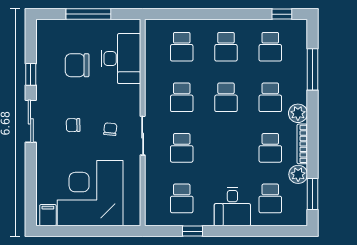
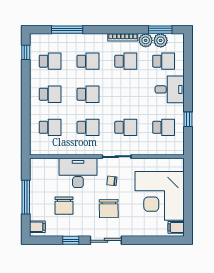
filing cabinet: (49, 30) -> (37, 227), added
desk: (121, 59) -> (78, 173), moved
plant: (298, 113) -> (161, 40), moved
chair: (73, 125) -> (109, 209), width x1.87, depth x1.87

